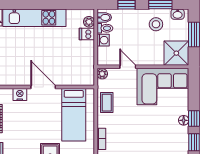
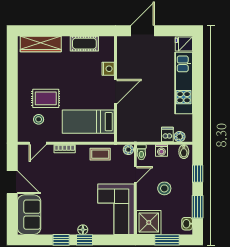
stool: (156, 24) -> (164, 188), moved
toilet: (105, 28) -> (141, 152), moved

